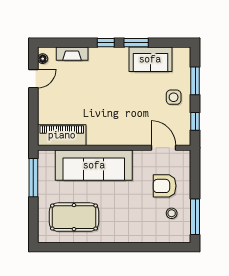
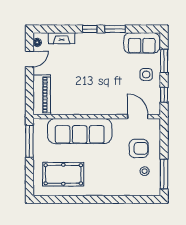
sofa: (150, 59) -> (142, 43), moved
piano: (62, 135) -> (42, 95), moved, turned 90
armchair: (165, 186) -> (139, 148), turned 180

